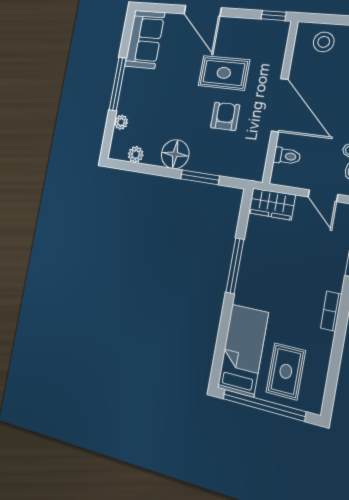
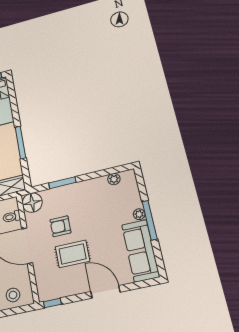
sofa: (145, 39) -> (140, 251), width x1.36
armchair: (225, 116) -> (60, 226), turned 90
plant: (121, 122) -> (139, 214), moved
floor lamp: (175, 154) -> (32, 203), moved

